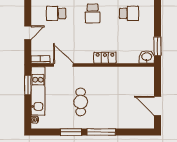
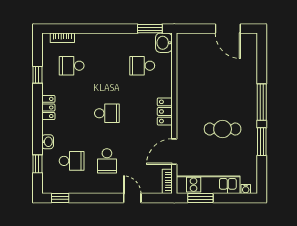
school desk: (129, 13) -> (142, 66), moved, turned -90
locker: (105, 58) -> (165, 111), moved
door: (157, 106) -> (228, 29), hinge flipped

